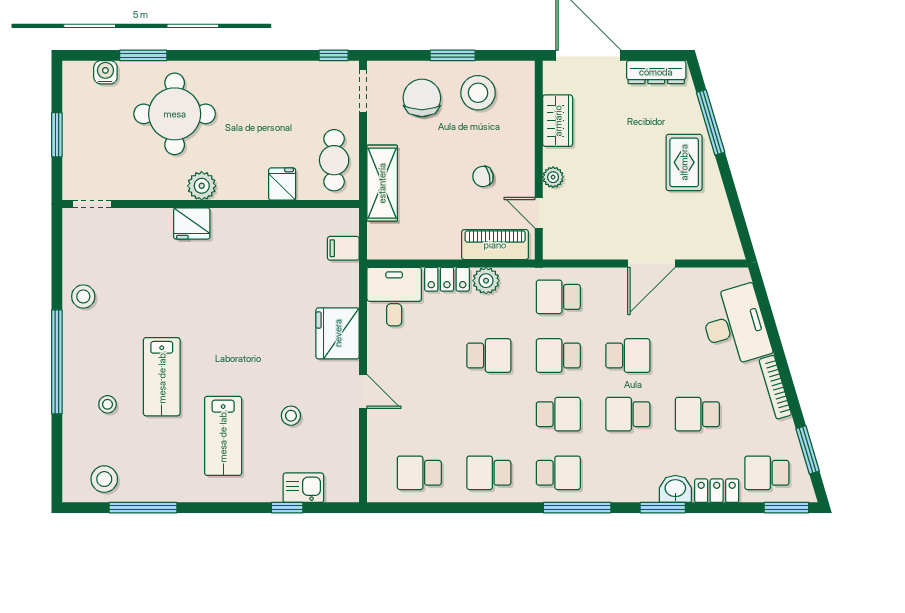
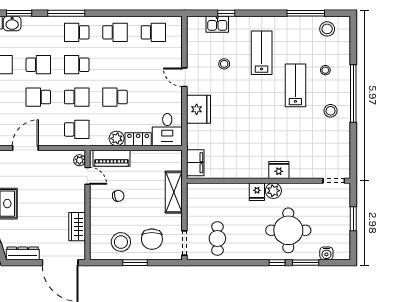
window: (334, 55) -> (277, 263), moved
cafe table: (334, 160) -> (217, 238), moved
plant: (553, 177) -> (80, 160), moved
fridge: (282, 184) -> (257, 192), moved
filing cabinet: (343, 248) -> (195, 163), width x2.00
stool: (83, 296) -> (330, 111), moved

